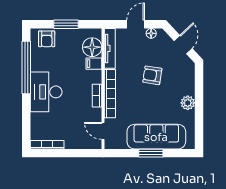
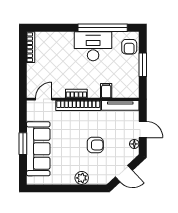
armchair: (47, 39) -> (129, 47), turned -90
floor lamp: (92, 47) -> (121, 89), removed
armchair: (152, 75) -> (95, 145), turned 81
desk: (46, 92) -> (93, 46), moved
plant: (188, 103) -> (82, 178), moved

